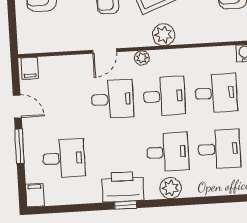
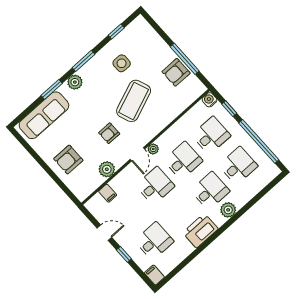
plant: (164, 35) -> (107, 169), moved
door: (105, 51) -> (137, 154), moved
filing cabinet: (29, 68) -> (108, 193), moved
window: (20, 146) -> (124, 254), width x0.67
window: (126, 205) -> (210, 240), removed

